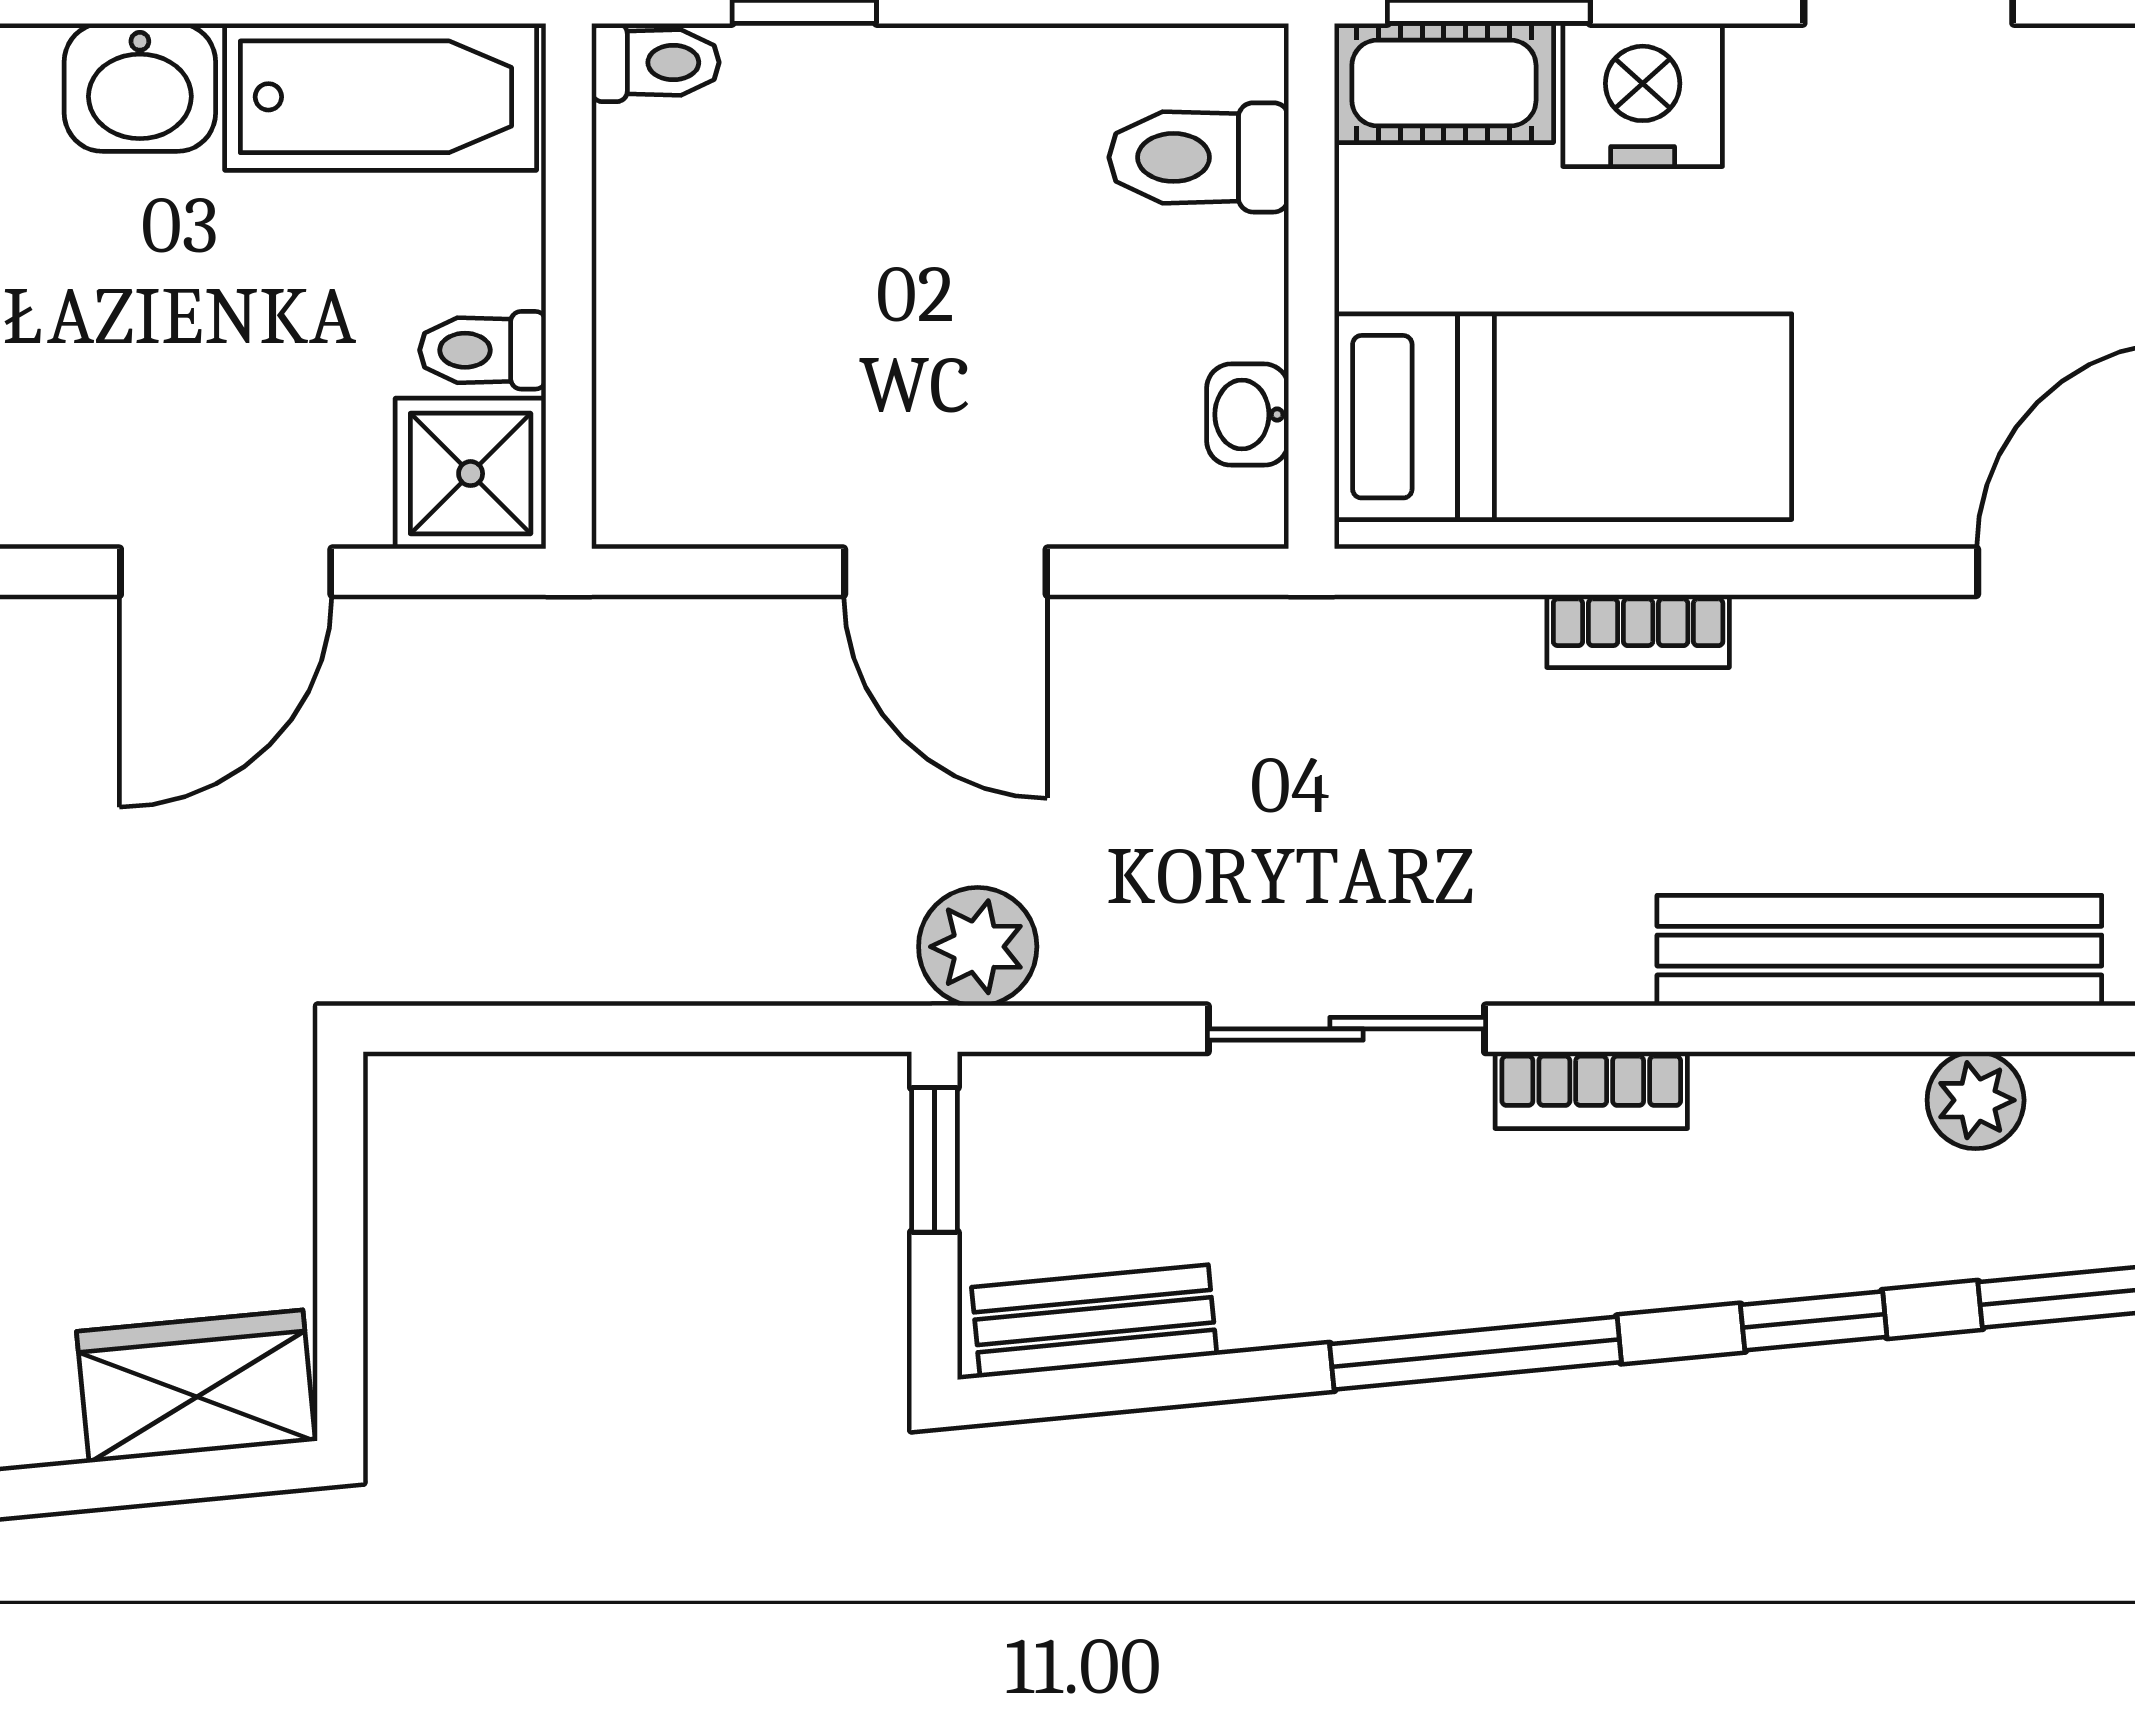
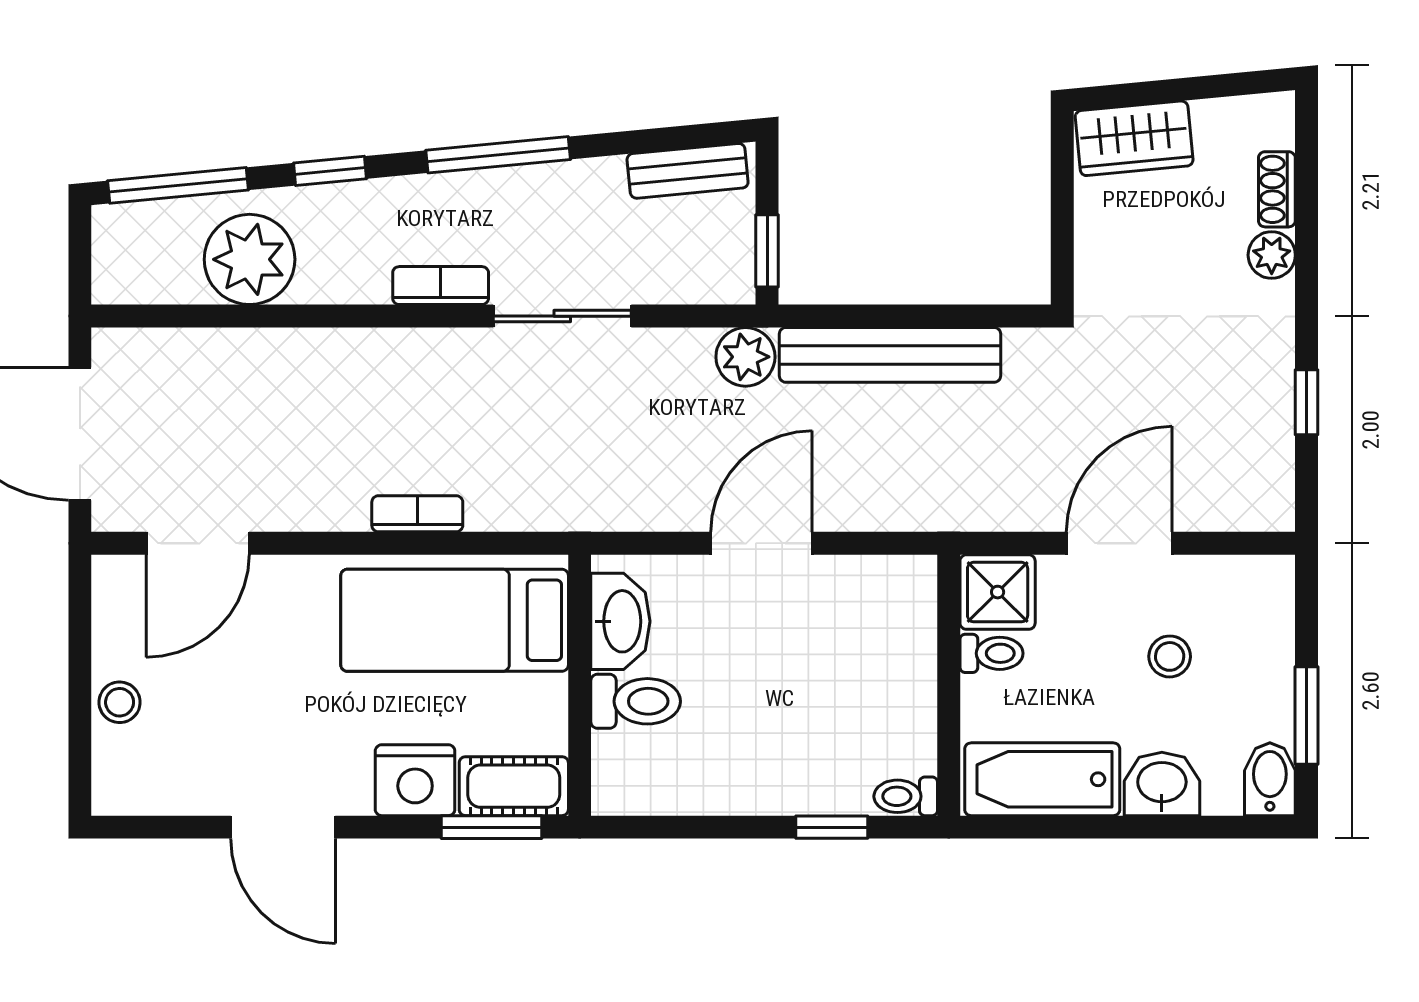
toilet: (1199, 157) -> (636, 701), moved
stool: (124, 344) -> (1170, 656), added
washbasin: (1248, 415) -> (620, 621), width x1.91, depth x1.45
door: (945, 572) -> (762, 543), hinge flipped
bench: (1879, 951) -> (890, 355), moved
plant: (1976, 1100) -> (250, 259), width x1.87, depth x1.87

